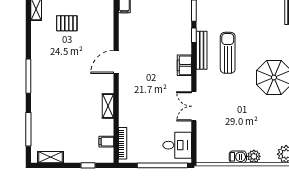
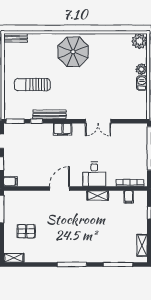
pallet: (67, 23) -> (26, 231), turned 90
sun lounger: (228, 53) -> (32, 85), moved
door: (116, 62) -> (60, 189), swing flipped
desk: (177, 145) -> (94, 174), moved, turned 180

